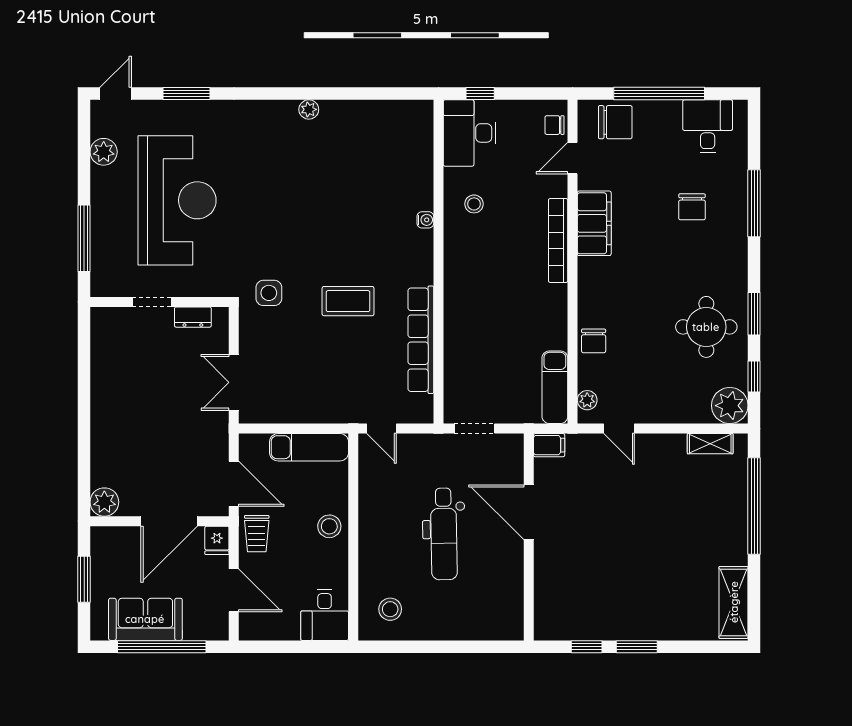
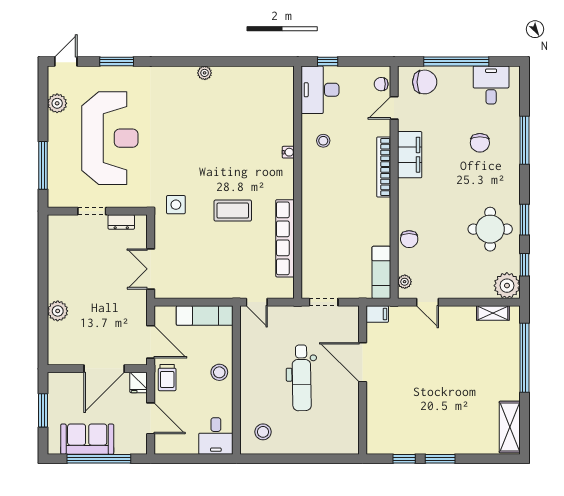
plant: (104, 502) -> (58, 311), moved

